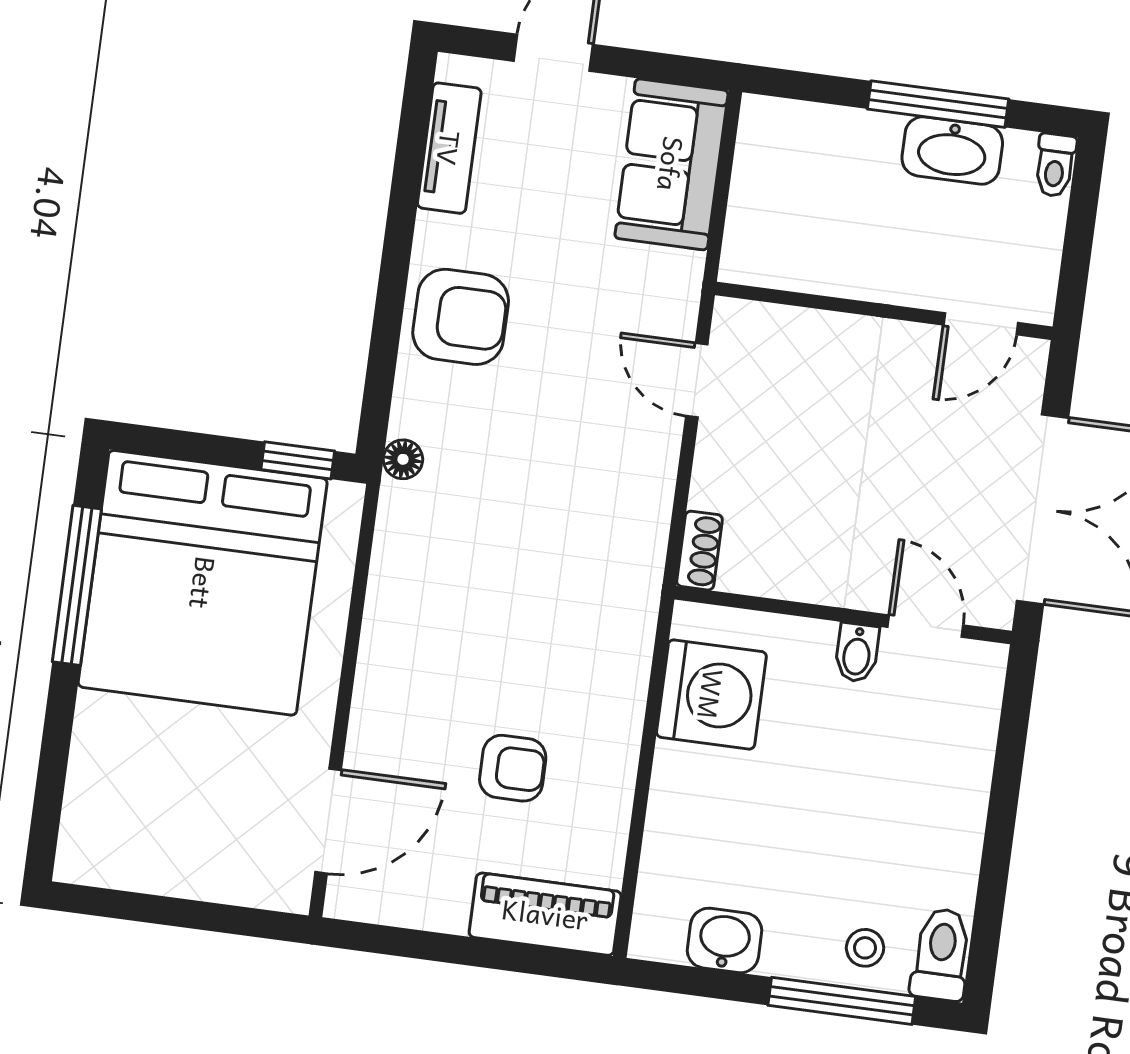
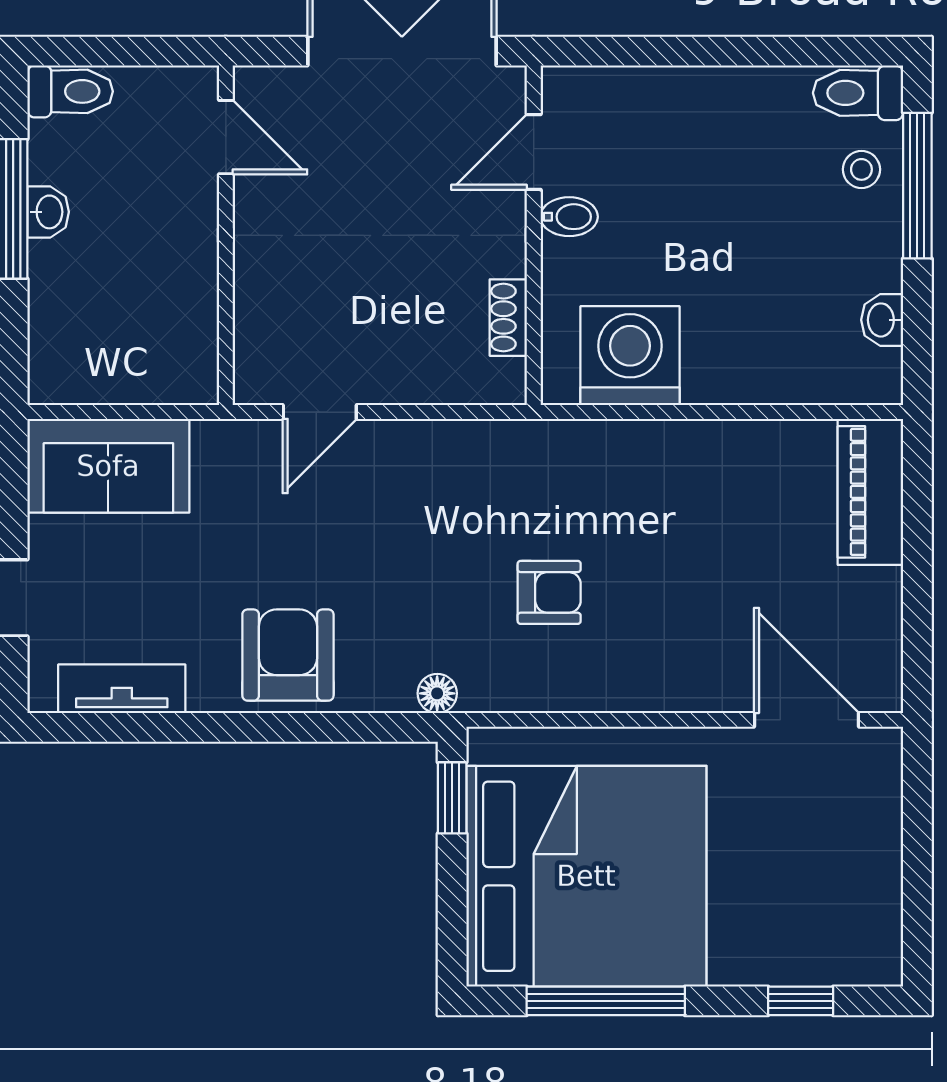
washbasin: (952, 151) -> (48, 212), width x0.52, depth x0.69
toilet: (1055, 165) -> (70, 91), width x1.37, depth x1.39
shoe rack: (700, 551) -> (508, 318), moved, turned -90
armchair: (513, 768) -> (549, 592), moved, turned 90
window: (51, 778) -> (801, 1001), added
washbasin: (725, 940) -> (882, 320), width x0.72, depth x0.69

